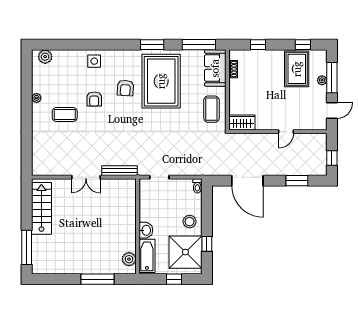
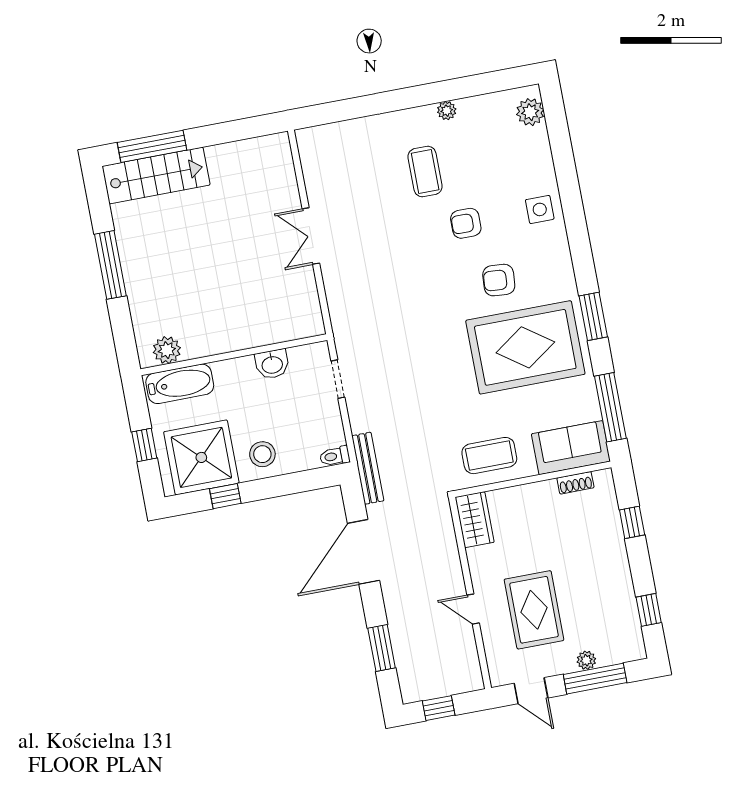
rug: (297, 69) -> (534, 610), moved, turned 90
bench: (119, 171) -> (368, 468), moved
stairs: (41, 208) -> (156, 176), moved
washbasin: (146, 230) -> (272, 364), moved
window: (98, 279) -> (110, 265), moved

